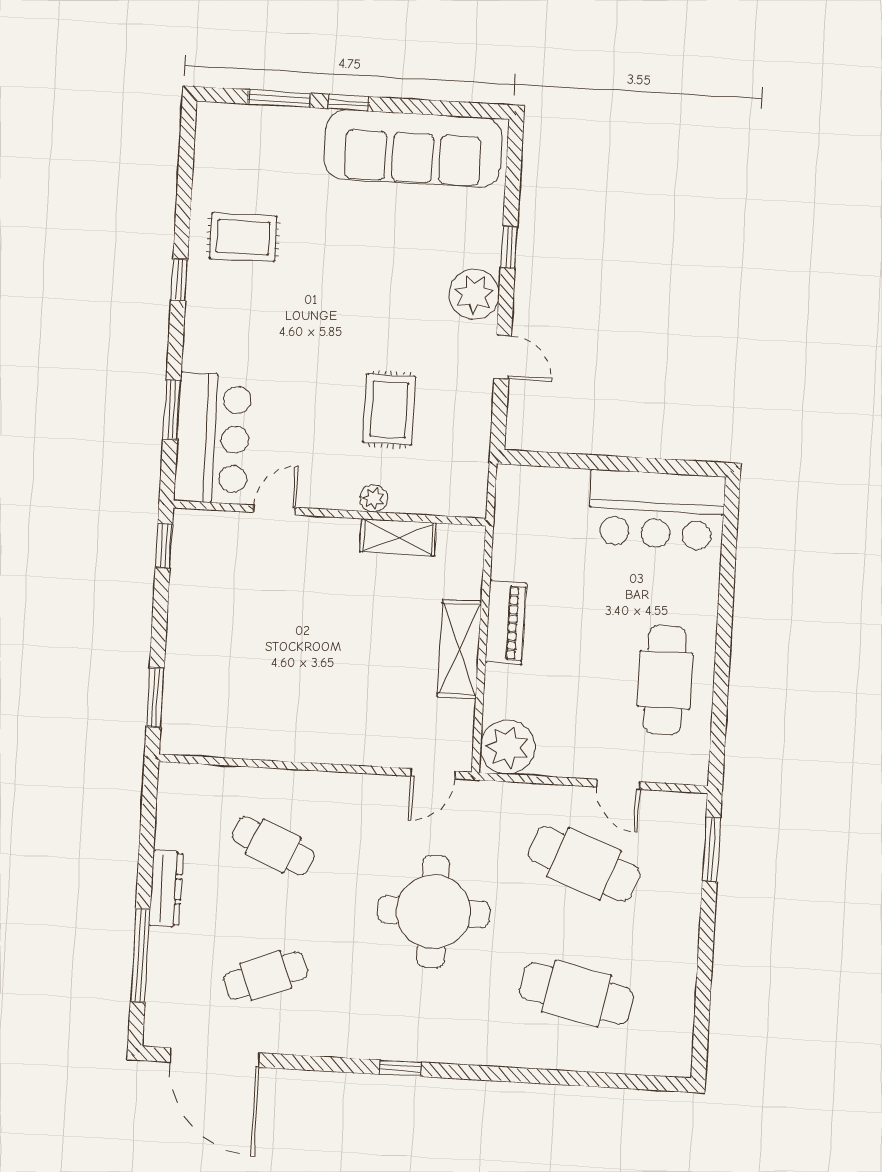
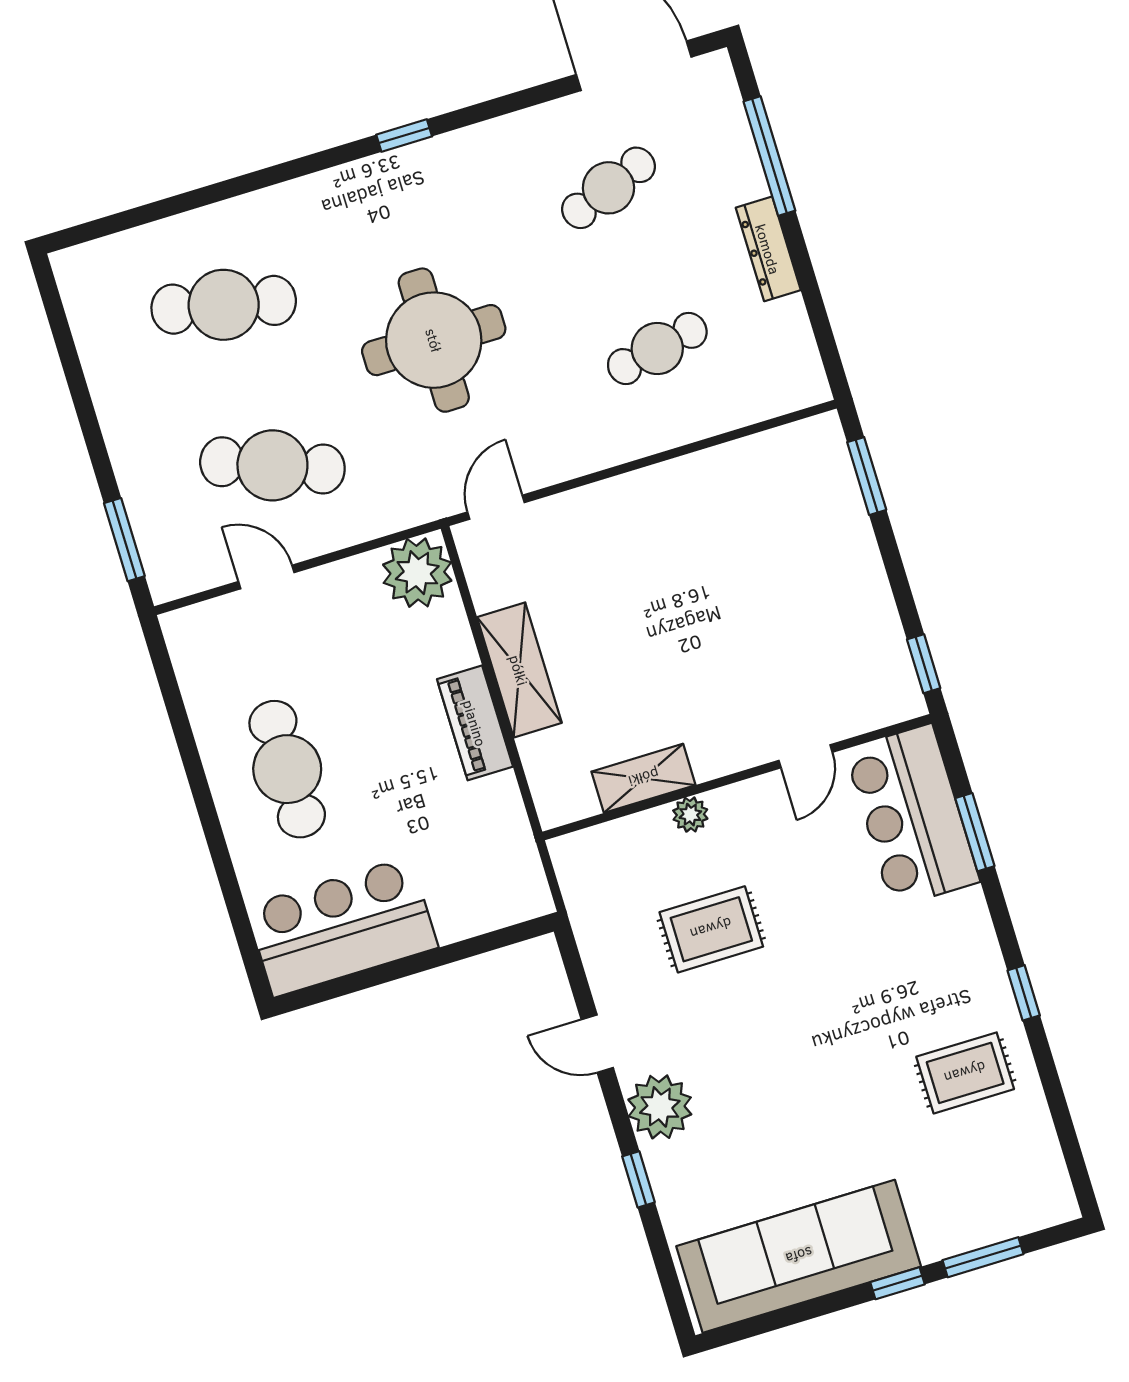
rug: (389, 409) -> (711, 929), turned 90
cafe table: (665, 680) -> (287, 769), moved
cafe table: (273, 846) -> (657, 348), turned -36

